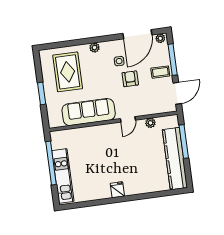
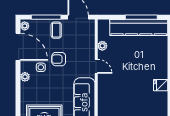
plant: (94, 48) -> (25, 77), moved
window: (184, 141) -> (141, 17), moved

